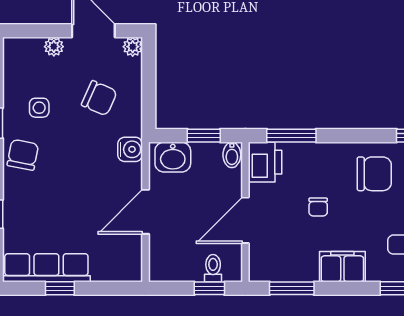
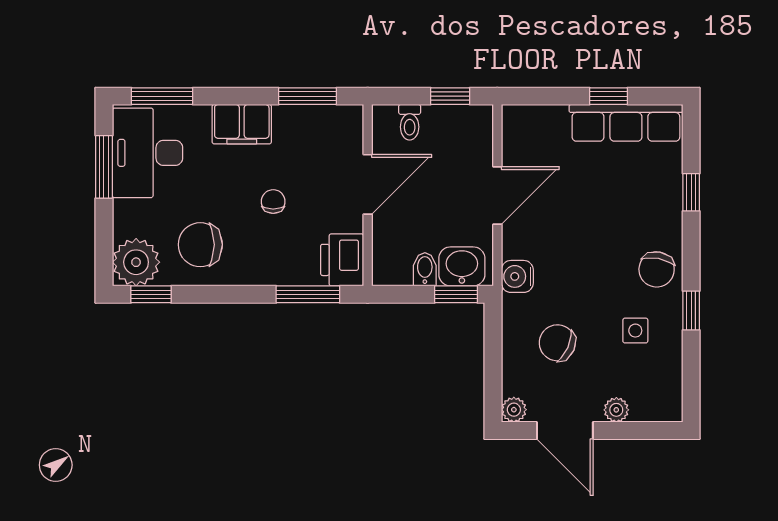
window: (204, 136) -> (456, 294), moved
bidet: (232, 155) -> (425, 269), moved
window: (209, 288) -> (450, 96), moved

